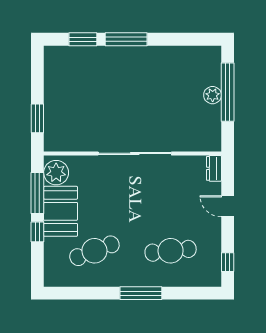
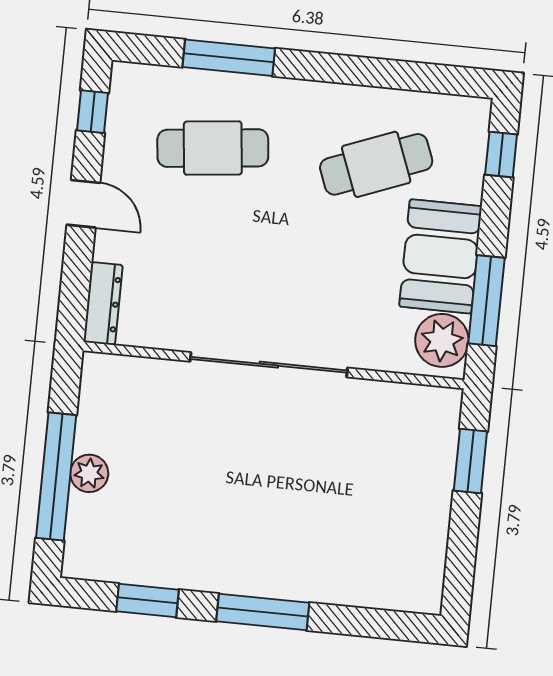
window: (83, 39) -> (148, 600), moved
dresser: (214, 168) -> (103, 303), width x1.44
door: (228, 206) -> (83, 204), moved
window: (37, 232) -> (501, 154), moved
window: (141, 293) -> (229, 58), moved

